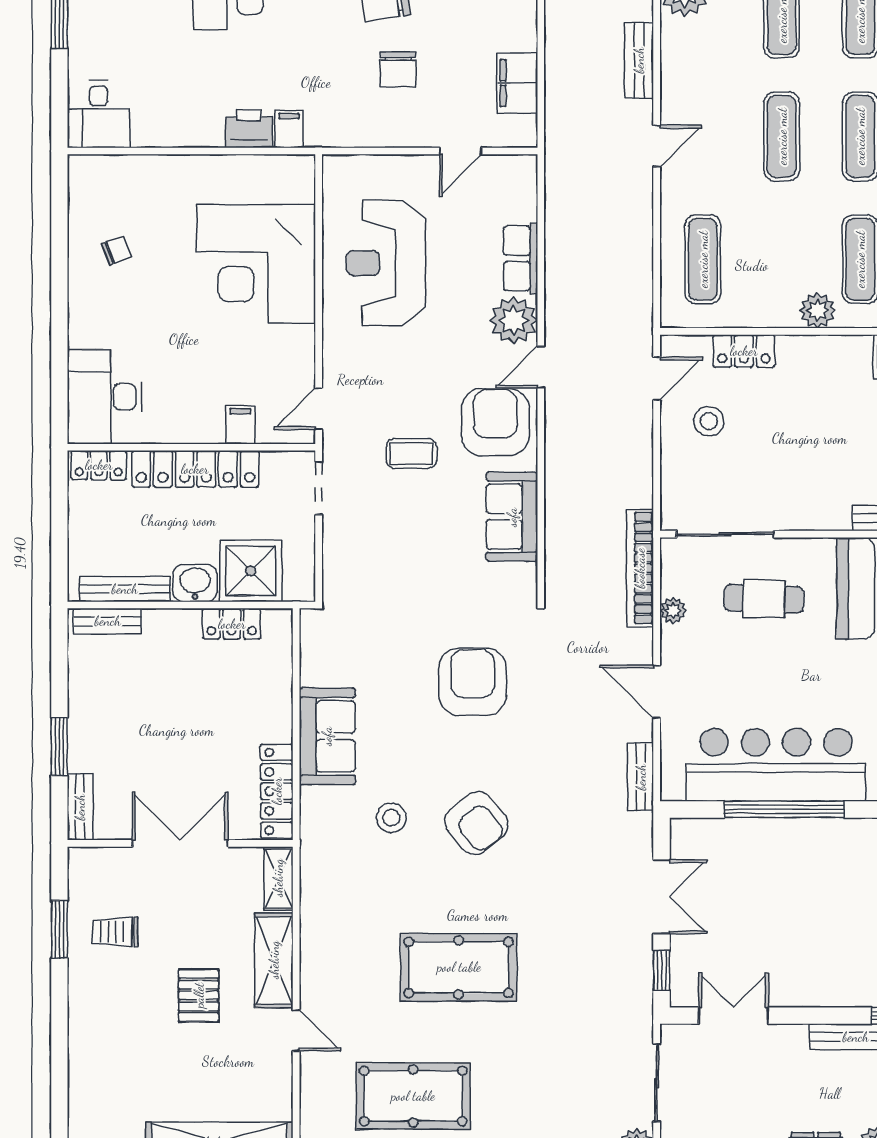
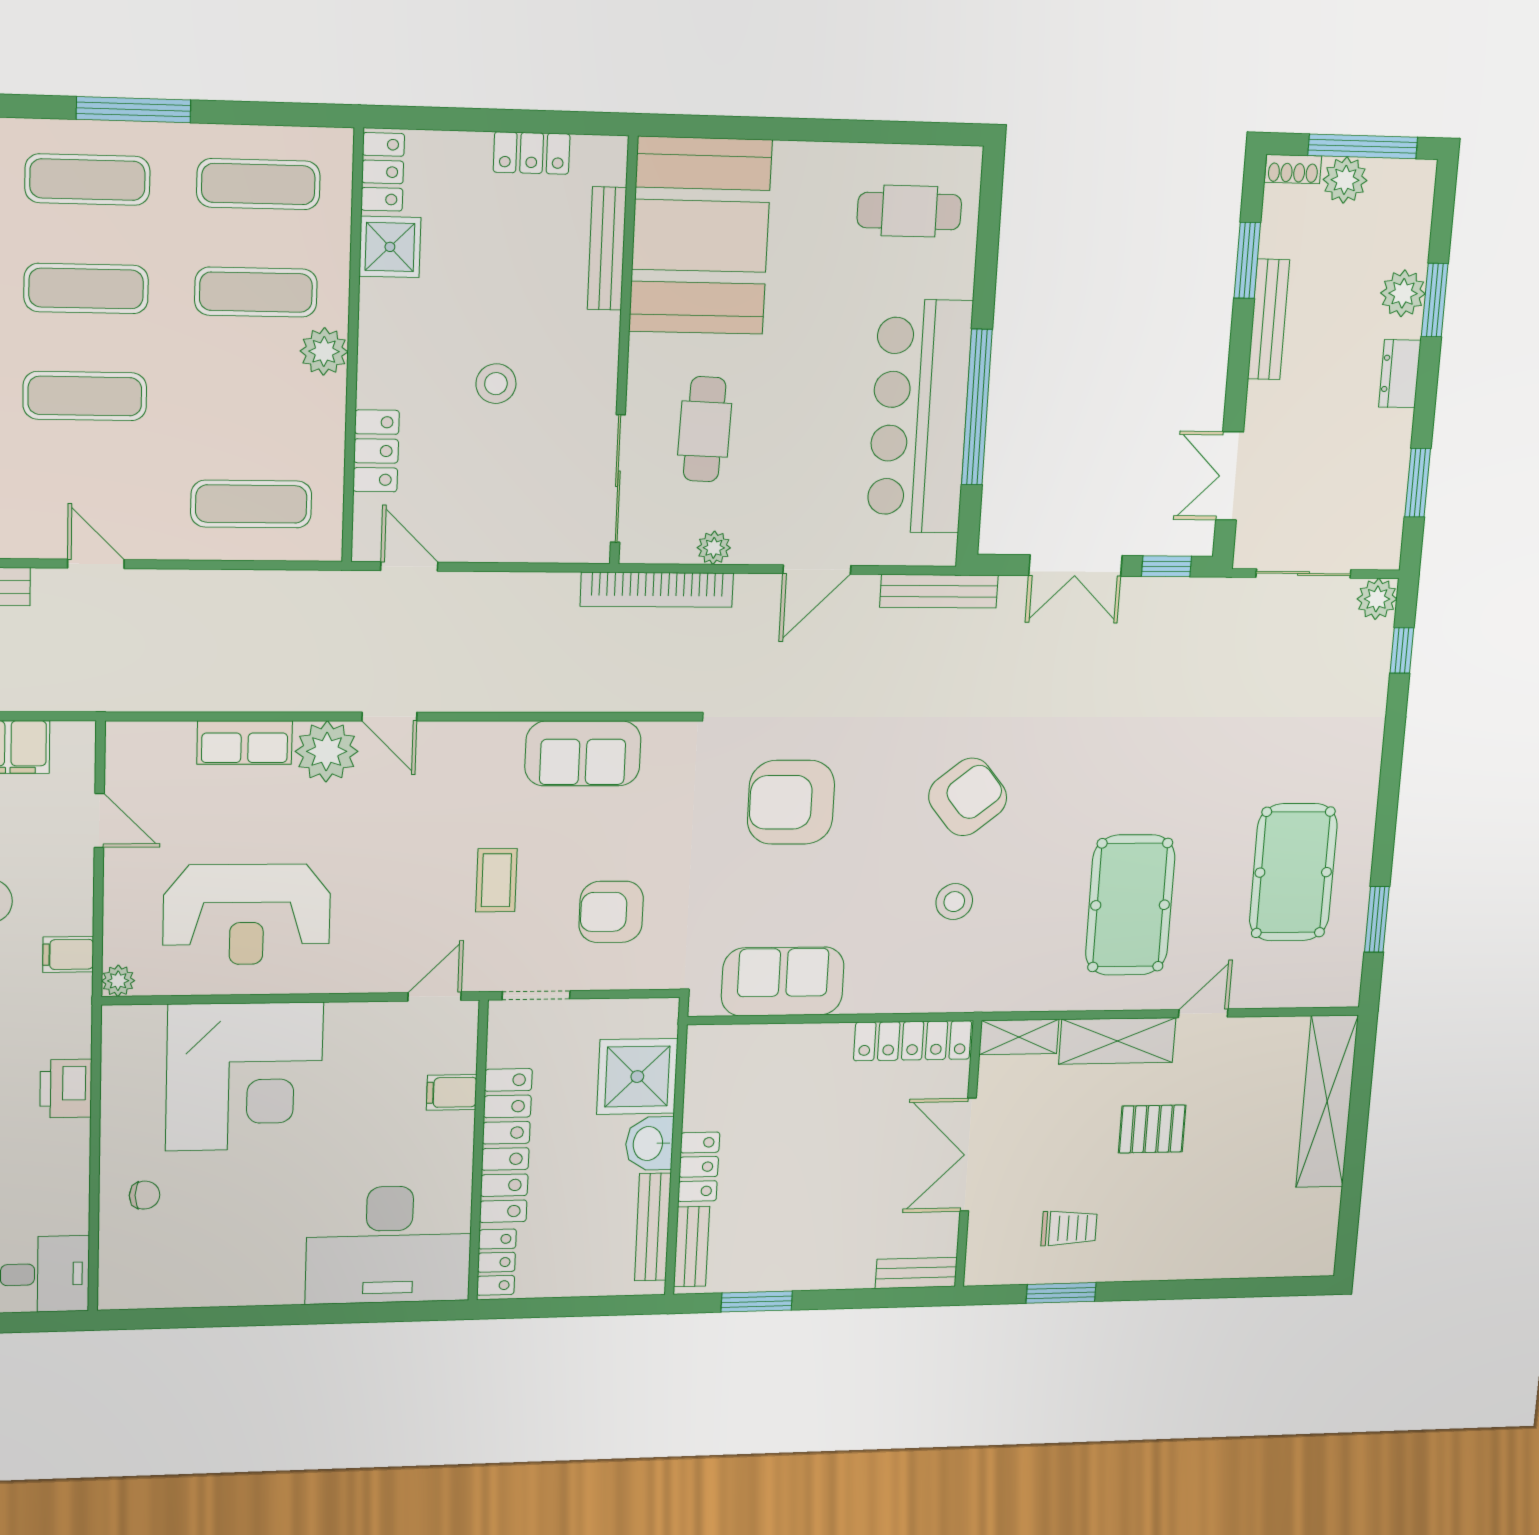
filing cabinet: (289, 129) -> (68, 954), moved
plant: (334, 167) -> (118, 981), added
chair: (116, 250) -> (145, 1195), moved, turned 111
desk: (105, 397) -> (389, 1245), width x1.36, depth x1.30
door: (319, 409) -> (435, 996), swing flipped
stool: (709, 421) -> (496, 384), moved
armchair: (495, 422) -> (611, 912), moved, width x0.73, depth x0.73
locker: (232, 624) -> (699, 1167), moved
sofa: (327, 736) -> (783, 981), moved
window: (59, 747) -> (757, 1302), moved
bench: (641, 777) -> (939, 591), width x1.36
double door: (662, 897) -> (1075, 566), swing flipped
trolley: (115, 932) -> (1069, 1228), turned -90
pool table: (459, 967) -> (1130, 905), moved

